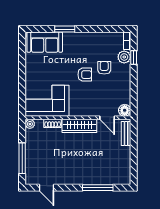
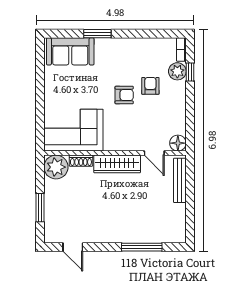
plant: (30, 124) -> (56, 167), width x1.88, depth x1.88
bench: (126, 134) -> (180, 180), width x1.36
window: (22, 158) -> (40, 208), width x0.69

